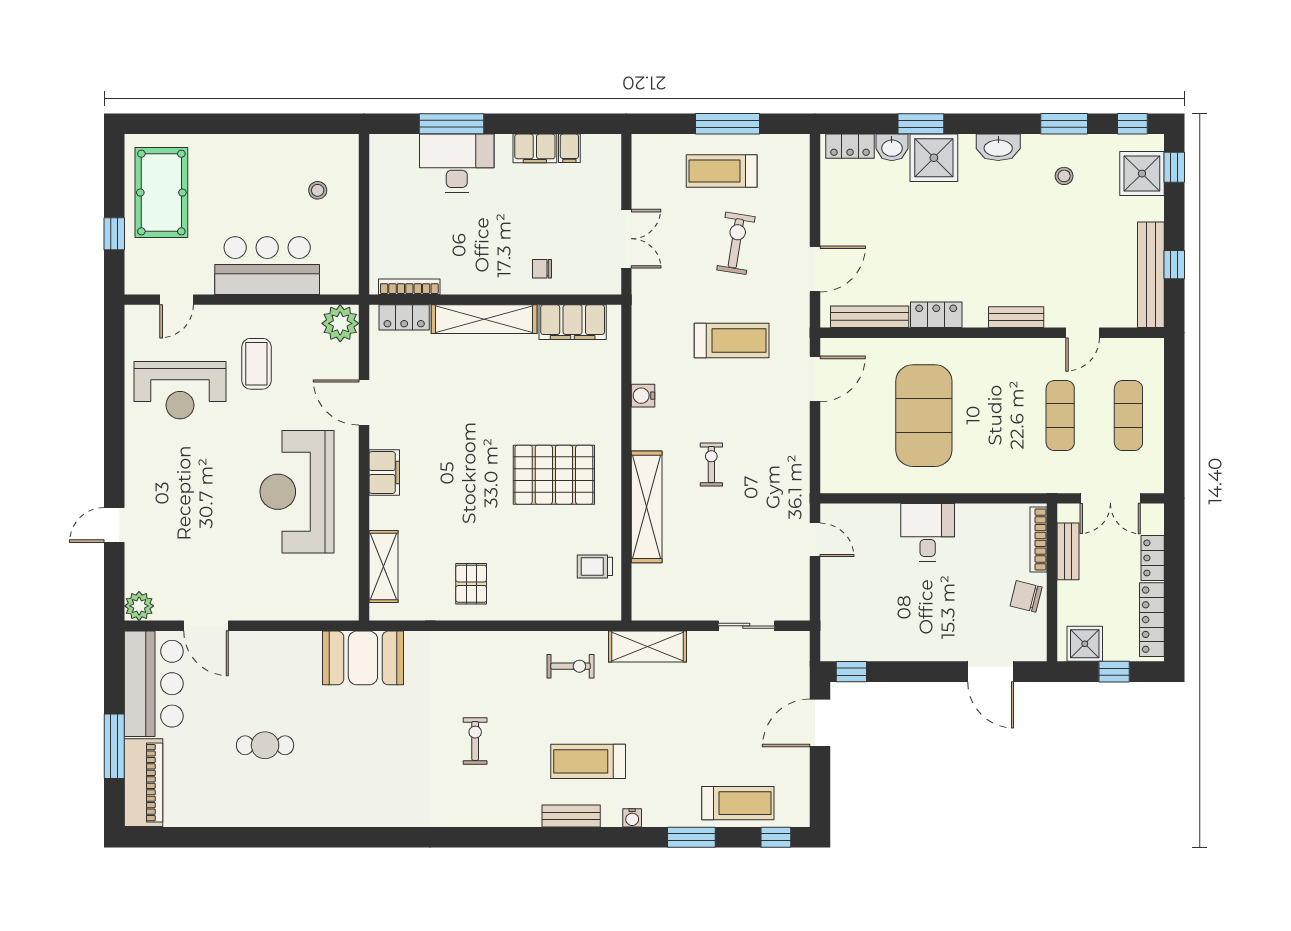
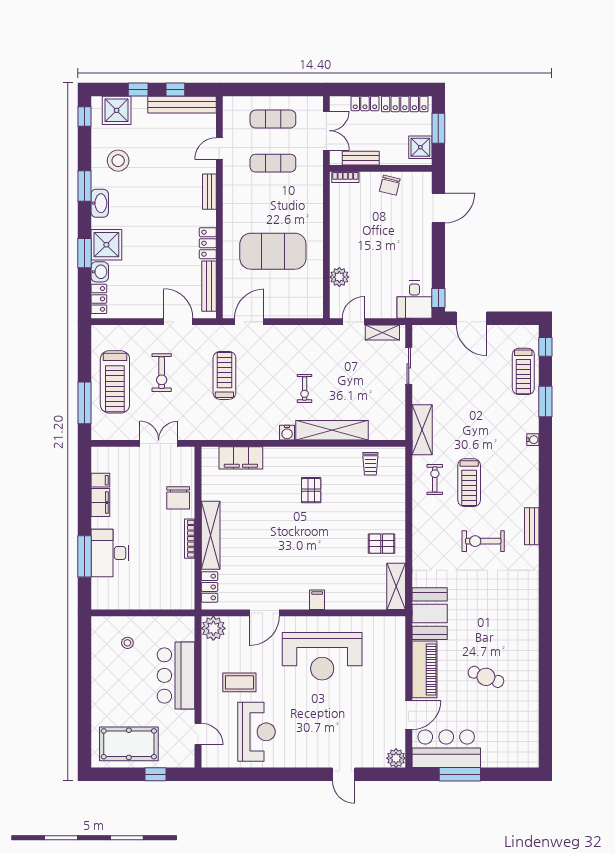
window: (727, 124) -> (84, 403), moved
window: (1064, 124) -> (84, 186), moved
window: (1174, 167) -> (138, 89), moved
treadmill: (722, 171) -> (115, 382), width x1.37, depth x1.38
stool: (1064, 176) -> (118, 161), width x1.89, depth x1.89
exercise bike: (736, 243) -> (162, 373), turned -99
chair: (542, 269) -> (178, 498), width x1.87, depth x1.87
bookcase: (409, 287) -> (190, 539), moved
filing cabinet: (573, 322) -> (241, 458), moved, turned 90
door: (1083, 333) -> (219, 149), swing flipped
door: (815, 379) -> (249, 322), hinge flipped
water cooler: (643, 396) -> (287, 433), moved
exercise bike: (711, 464) -> (305, 389), turned -90
filing cabinet: (384, 473) -> (317, 600), width x0.50
pallet: (554, 475) -> (311, 490), width x0.49, depth x0.50
plant: (884, 518) -> (339, 277), added
desk: (928, 532) -> (414, 300), moved, turned -90
bookcase: (1038, 539) -> (345, 177), width x0.64
shelving: (383, 566) -> (396, 586), moved, turned 90
shelving: (798, 585) -> (382, 333), added
window: (1114, 672) -> (438, 128), width x1.50
exercise bike: (475, 741) -> (483, 541), width x1.38, depth x1.39
cafe table: (265, 745) -> (486, 677), turned -69
window: (114, 746) -> (460, 774), moved
treadmill: (588, 761) -> (469, 483), moved
piano: (144, 783) -> (424, 669), moved, turned 90
treadmill: (738, 803) -> (523, 371), turned 180
bench: (571, 816) -> (532, 526), moved

